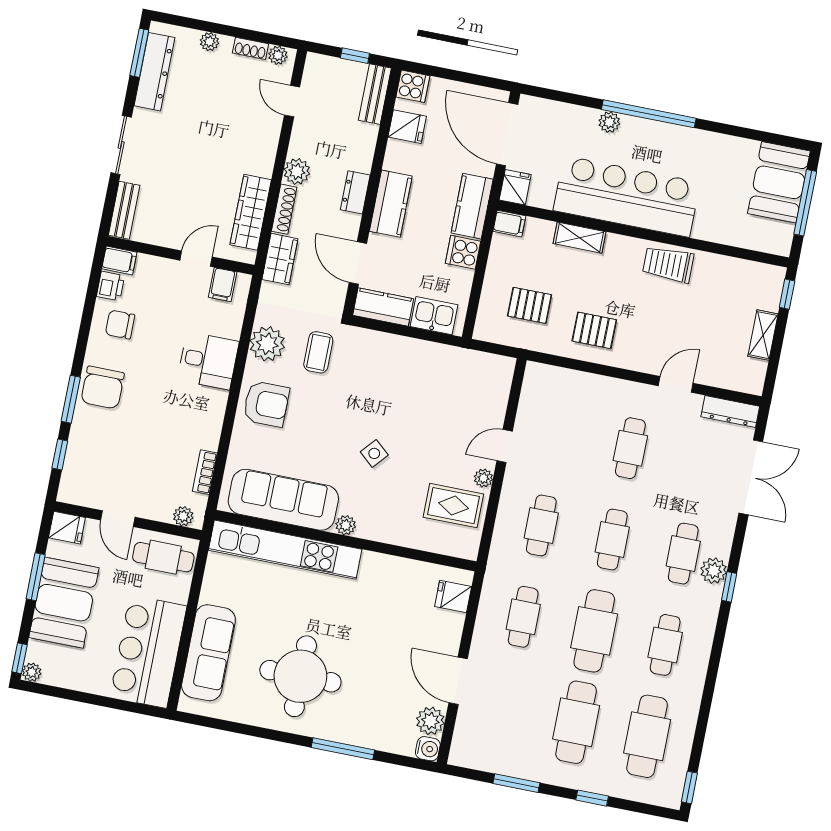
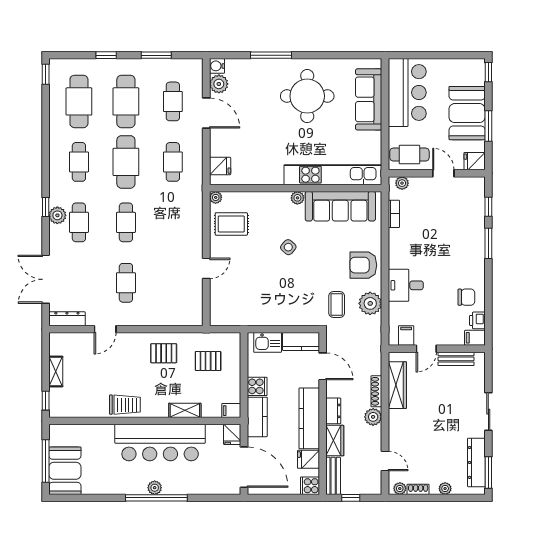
plant: (609, 122) -> (155, 488), moved
kitchen counter: (391, 204) -> (309, 418), width x1.50
bench: (124, 210) -> (456, 359), moved, turned 90
wardrobe: (280, 259) -> (335, 441), moved, turned 180
chair: (103, 388) -> (470, 255), removed
plant: (483, 478) -> (216, 197), moved
cafe table: (541, 525) -> (173, 101), moved
plant: (32, 672) -> (479, 65), removed

